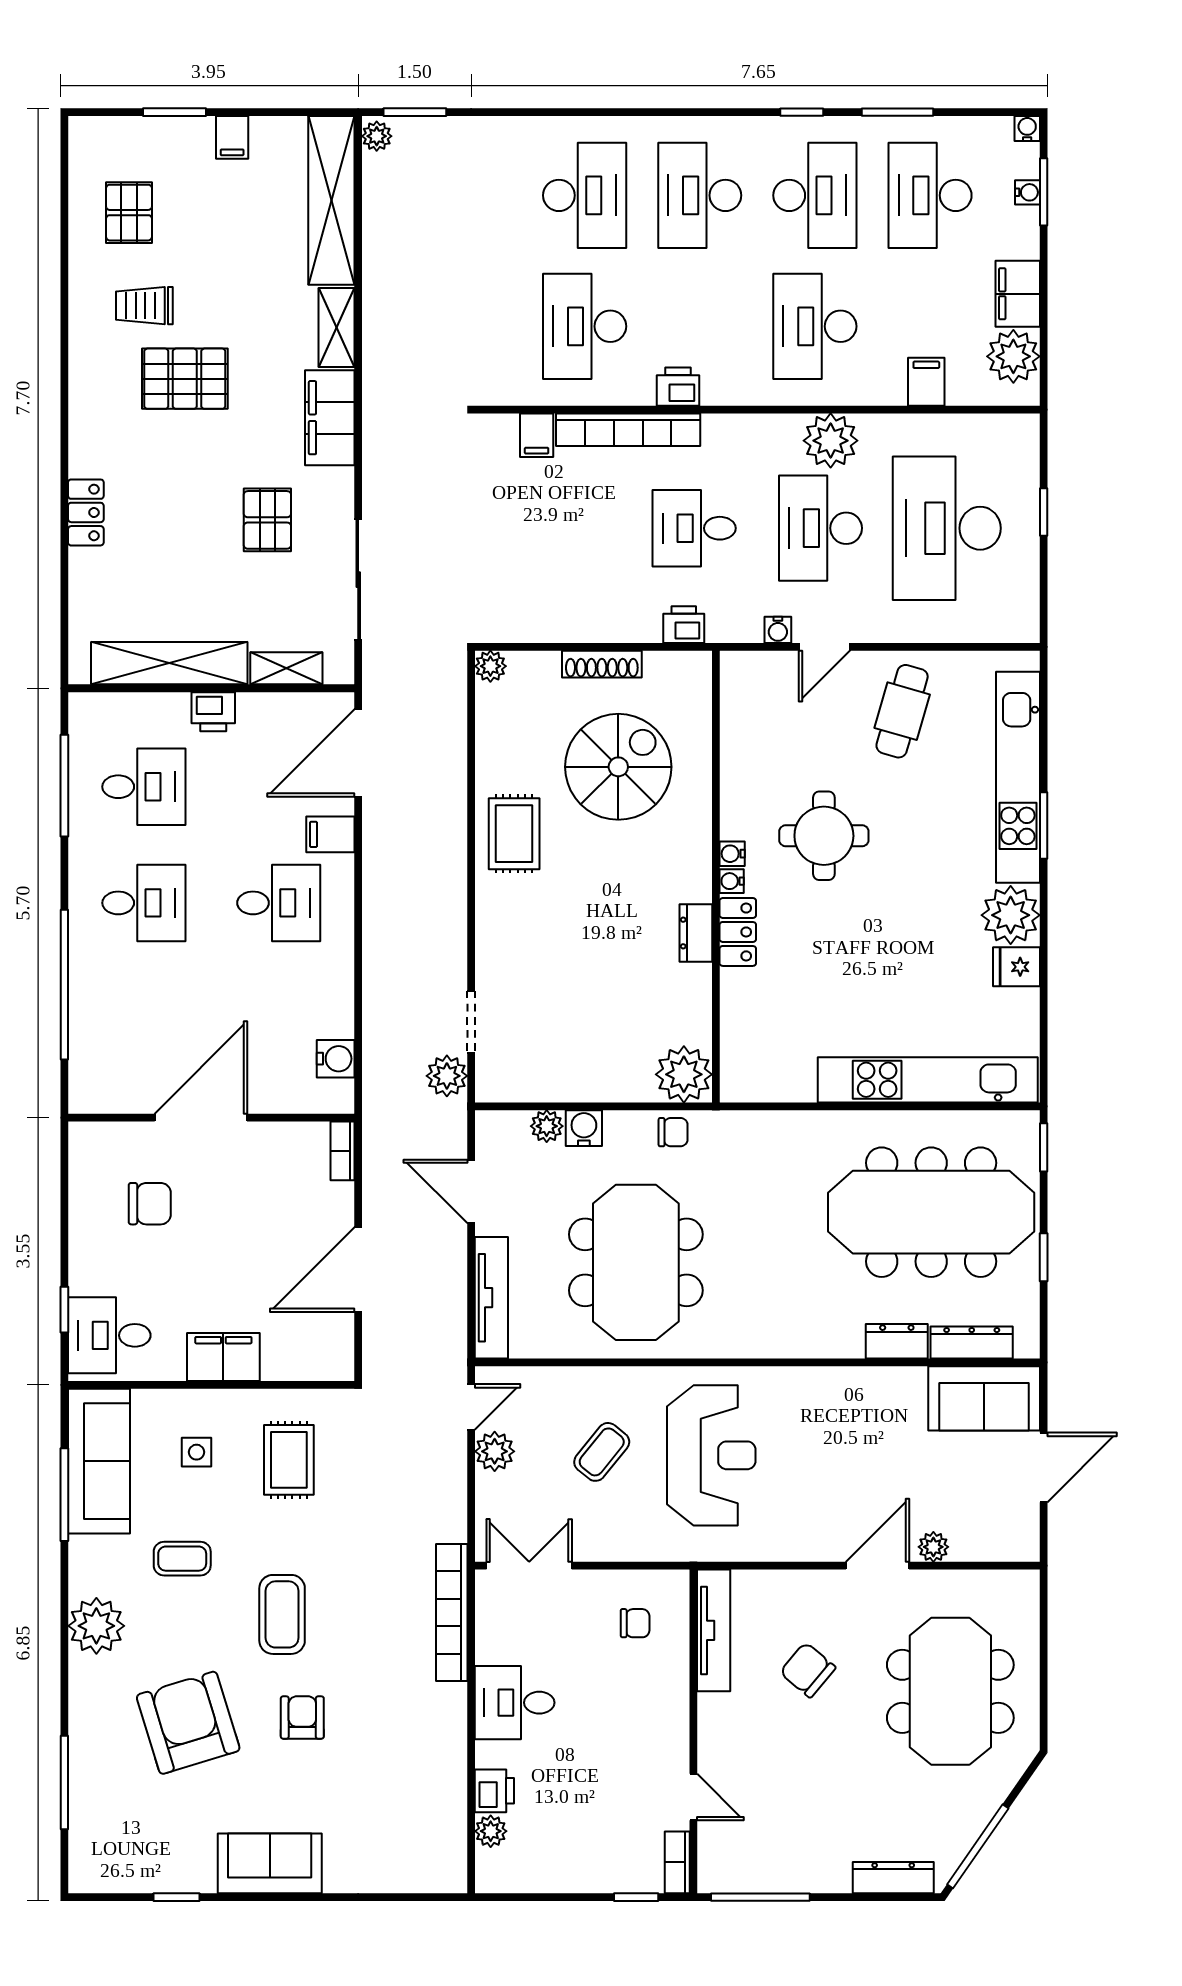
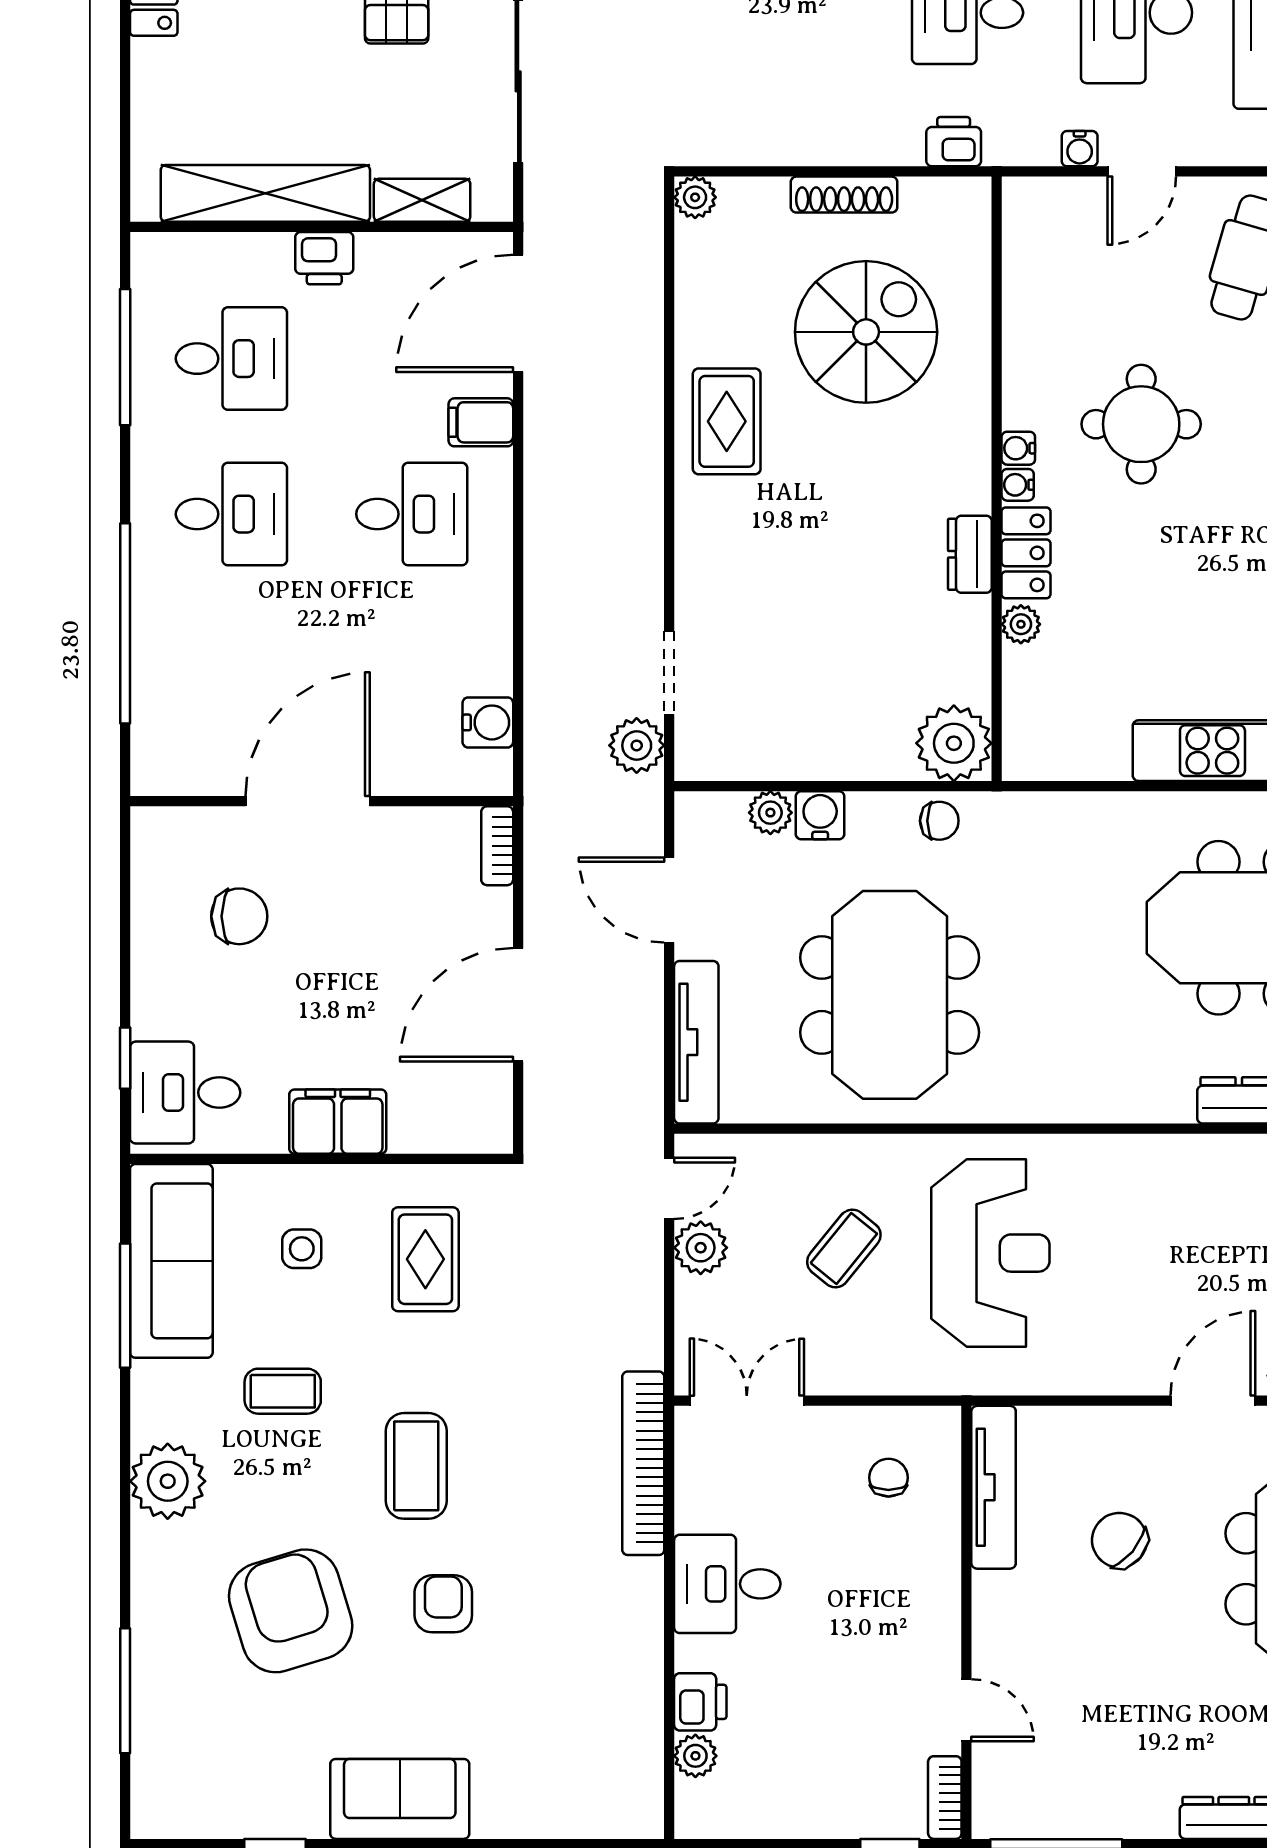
plant: (734, 985) -> (1021, 624), added
chair: (635, 1623) -> (888, 1478), turned -90

